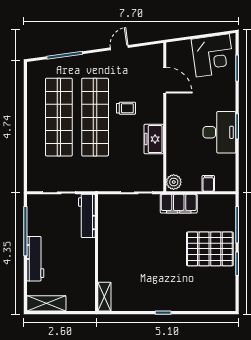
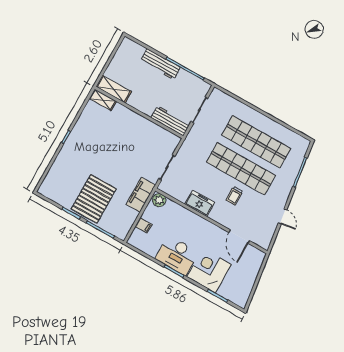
corner desk: (213, 55) -> (209, 271), moved, turned 98
door: (165, 80) -> (239, 237), hinge flipped
shelving: (46, 303) -> (114, 89), moved, turned 90

